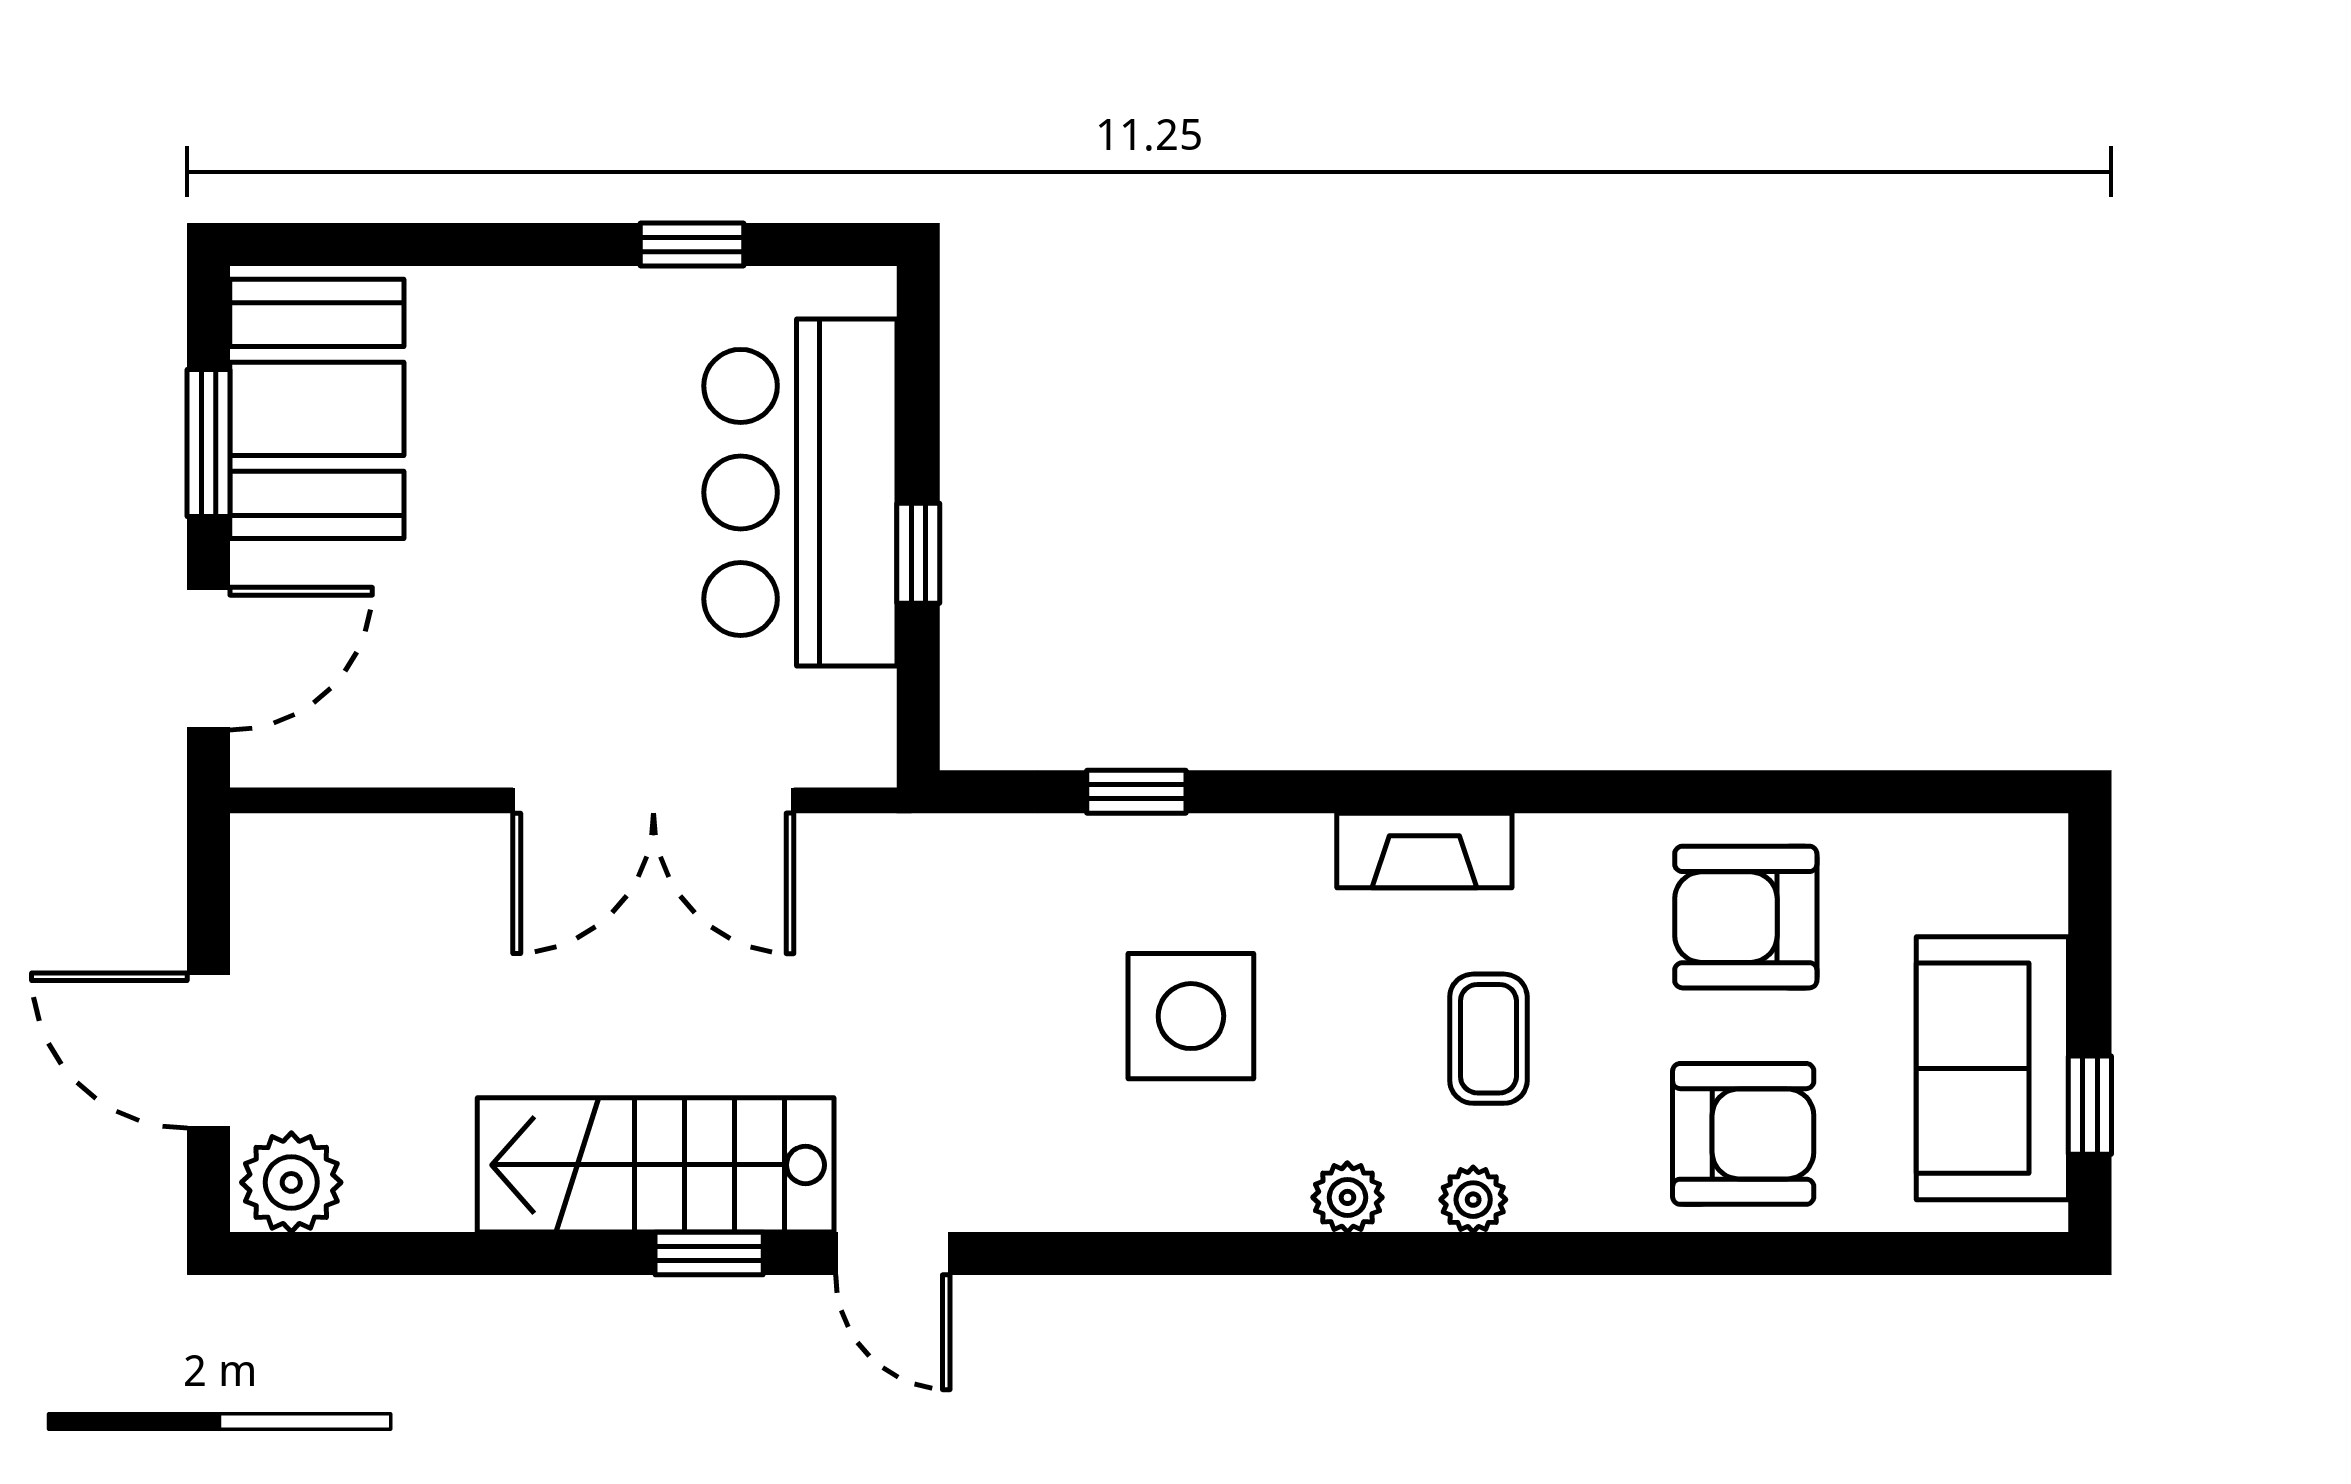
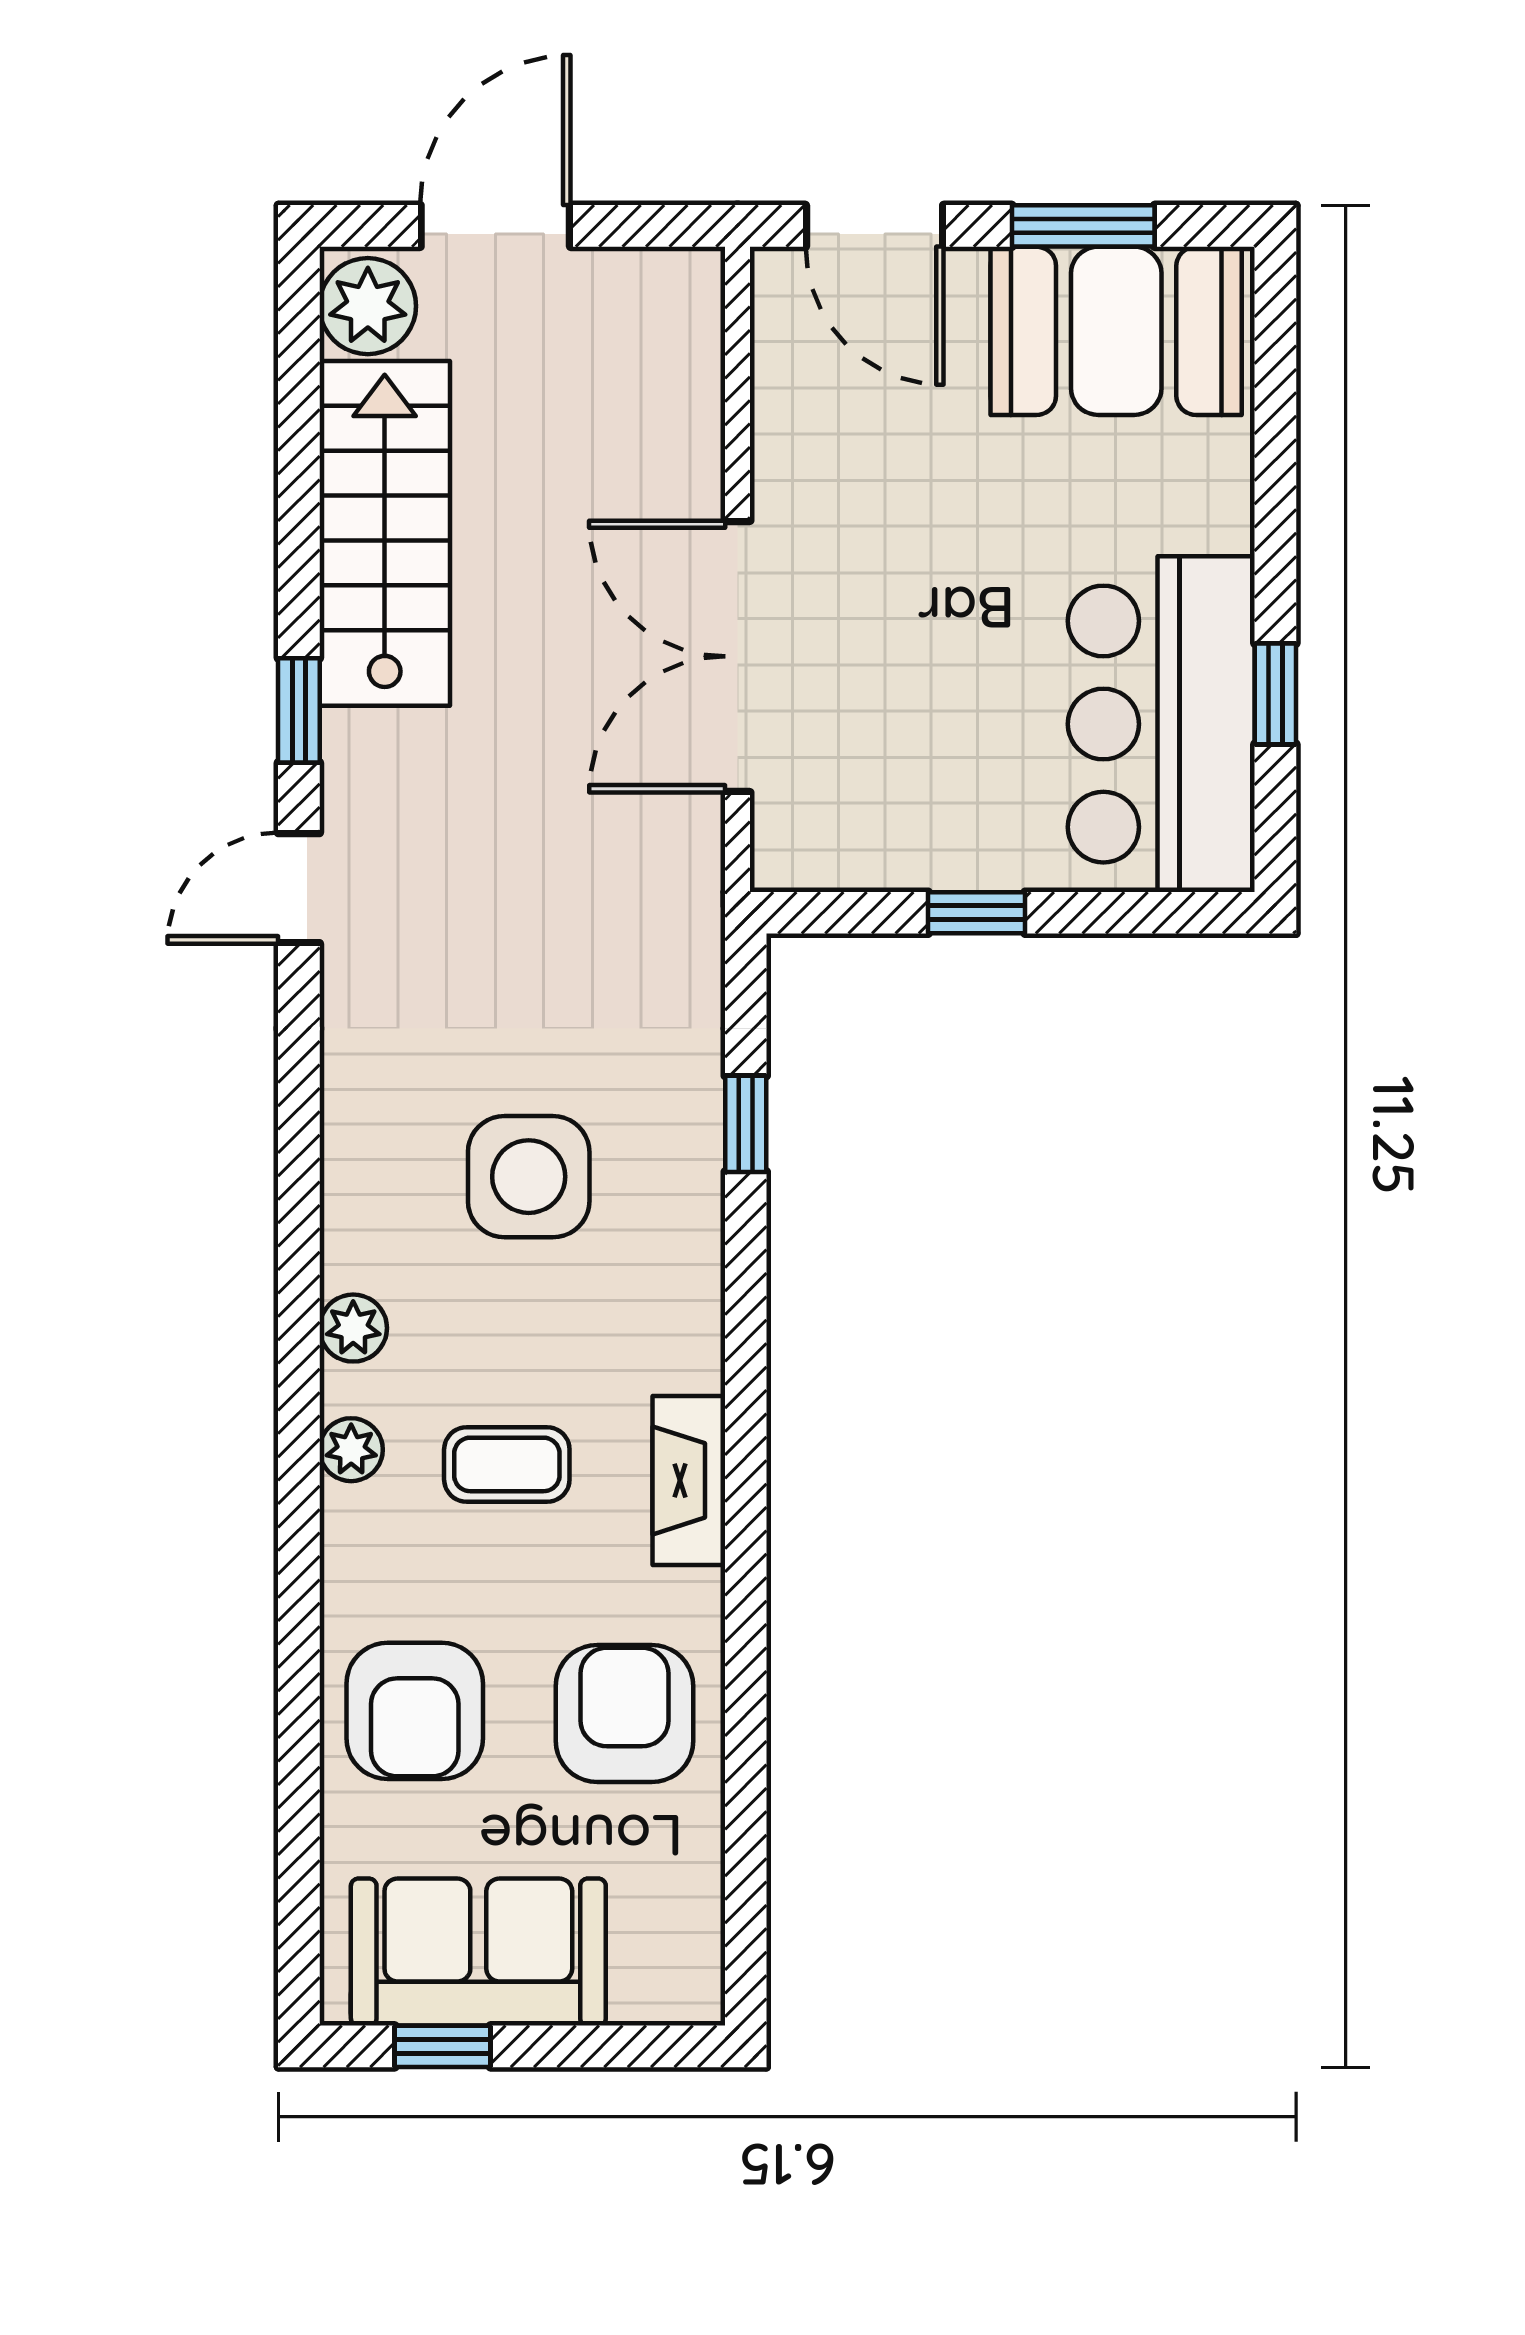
bar counter: (800, 492) -> (1161, 724), moved, turned -90
fireplace: (1424, 851) -> (689, 1480), moved
stairs: (656, 1165) -> (385, 533), moved

